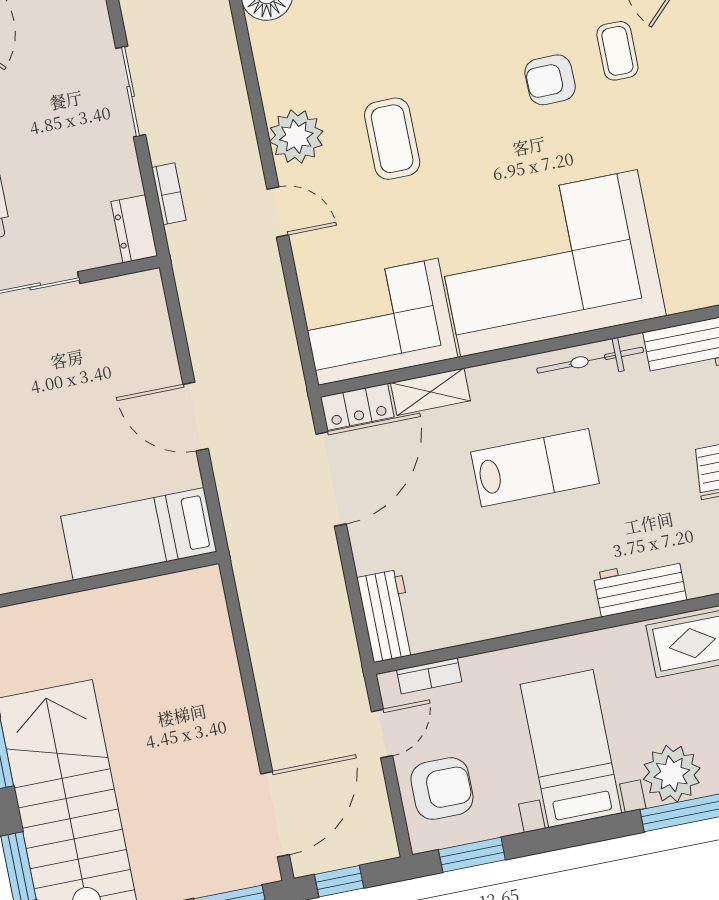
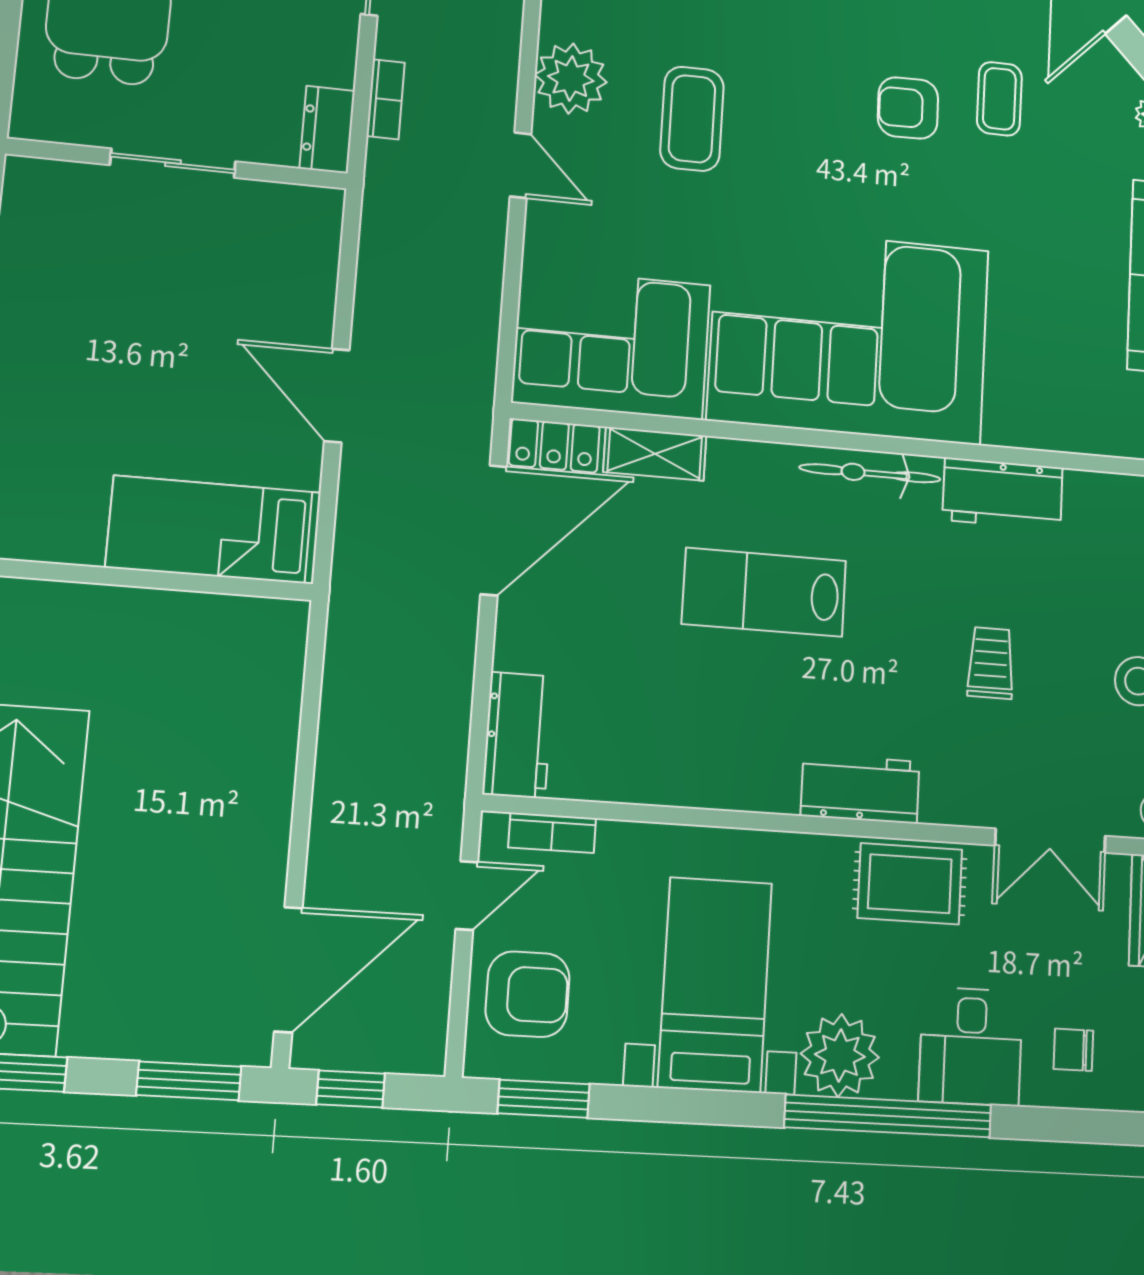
lab bench: (535, 468) -> (764, 592), turned 180

